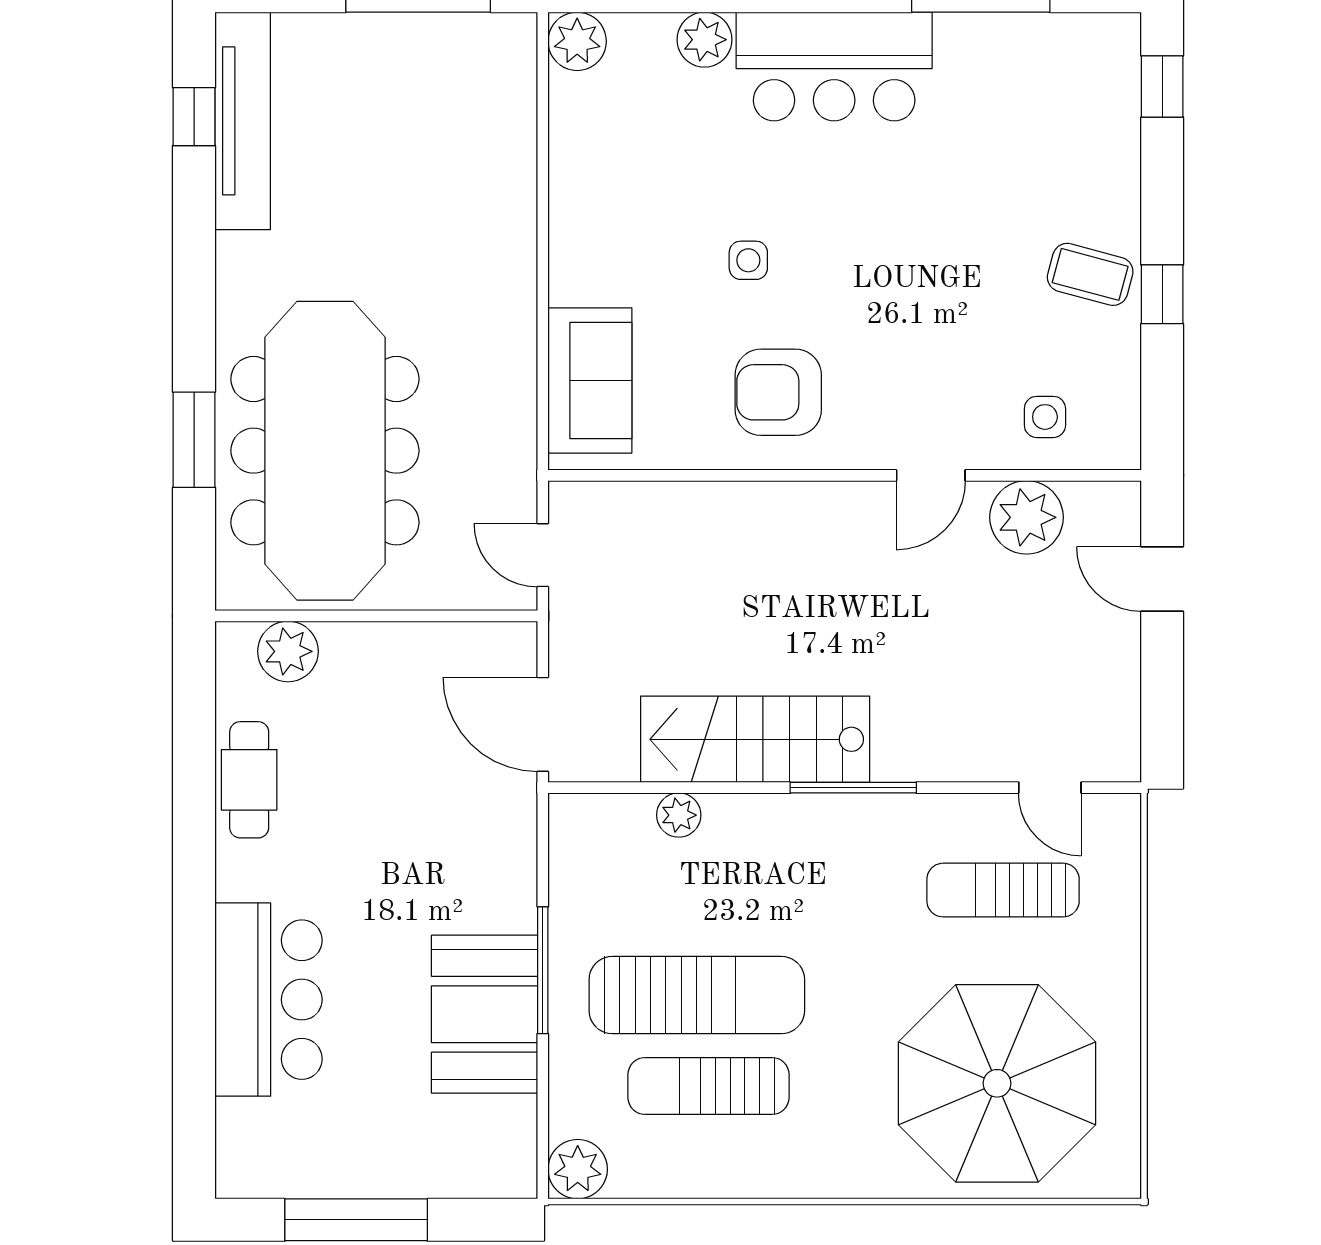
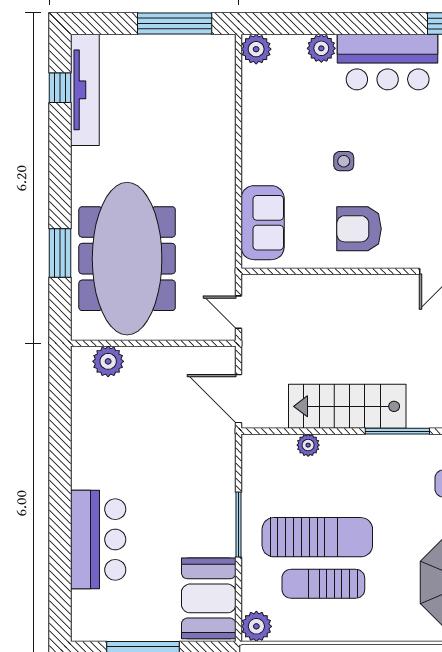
cafe table: (249, 780) -> (88, 427), removed
booth: (485, 1014) -> (209, 598), moved

